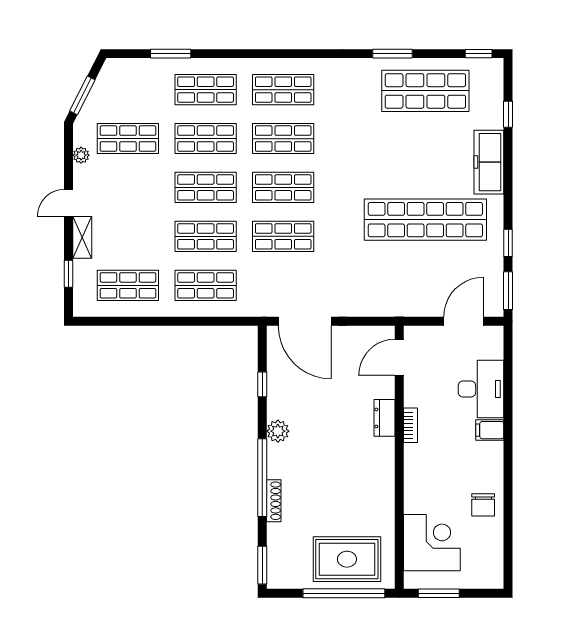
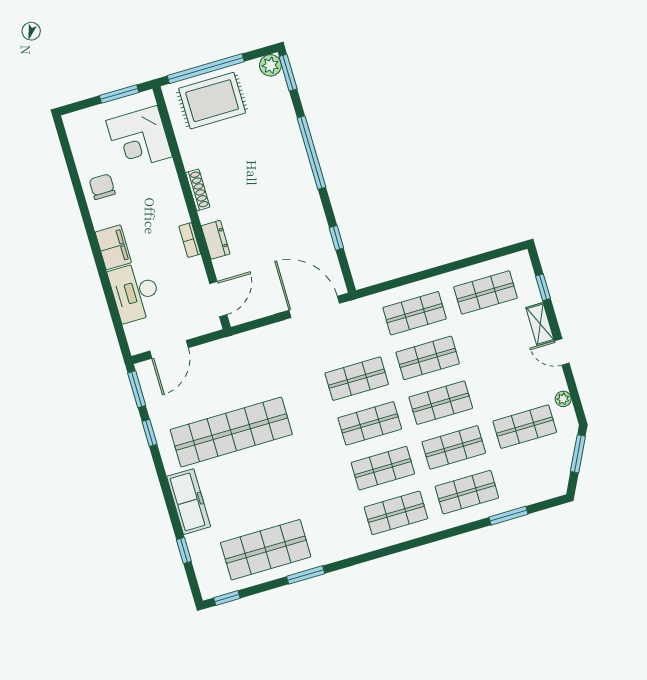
door: (68, 203) -> (562, 352), swing flipped
filing cabinet: (490, 430) -> (113, 247), width x2.00
plant: (278, 431) -> (270, 65), moved
shoe rack: (274, 501) -> (198, 190), moved, turned 180

